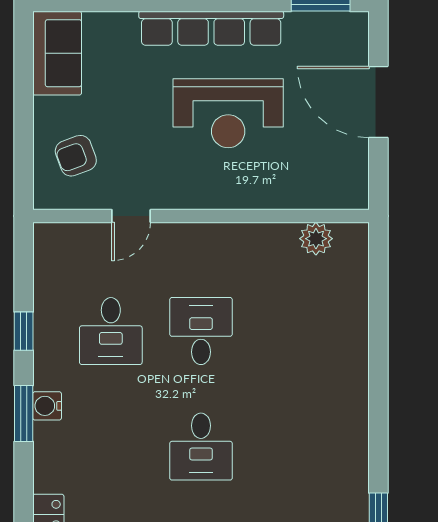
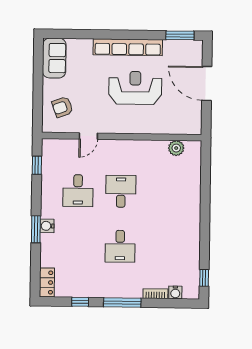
reception desk: (228, 113) -> (135, 88), turned 180
window: (24, 331) -> (37, 165), moved

